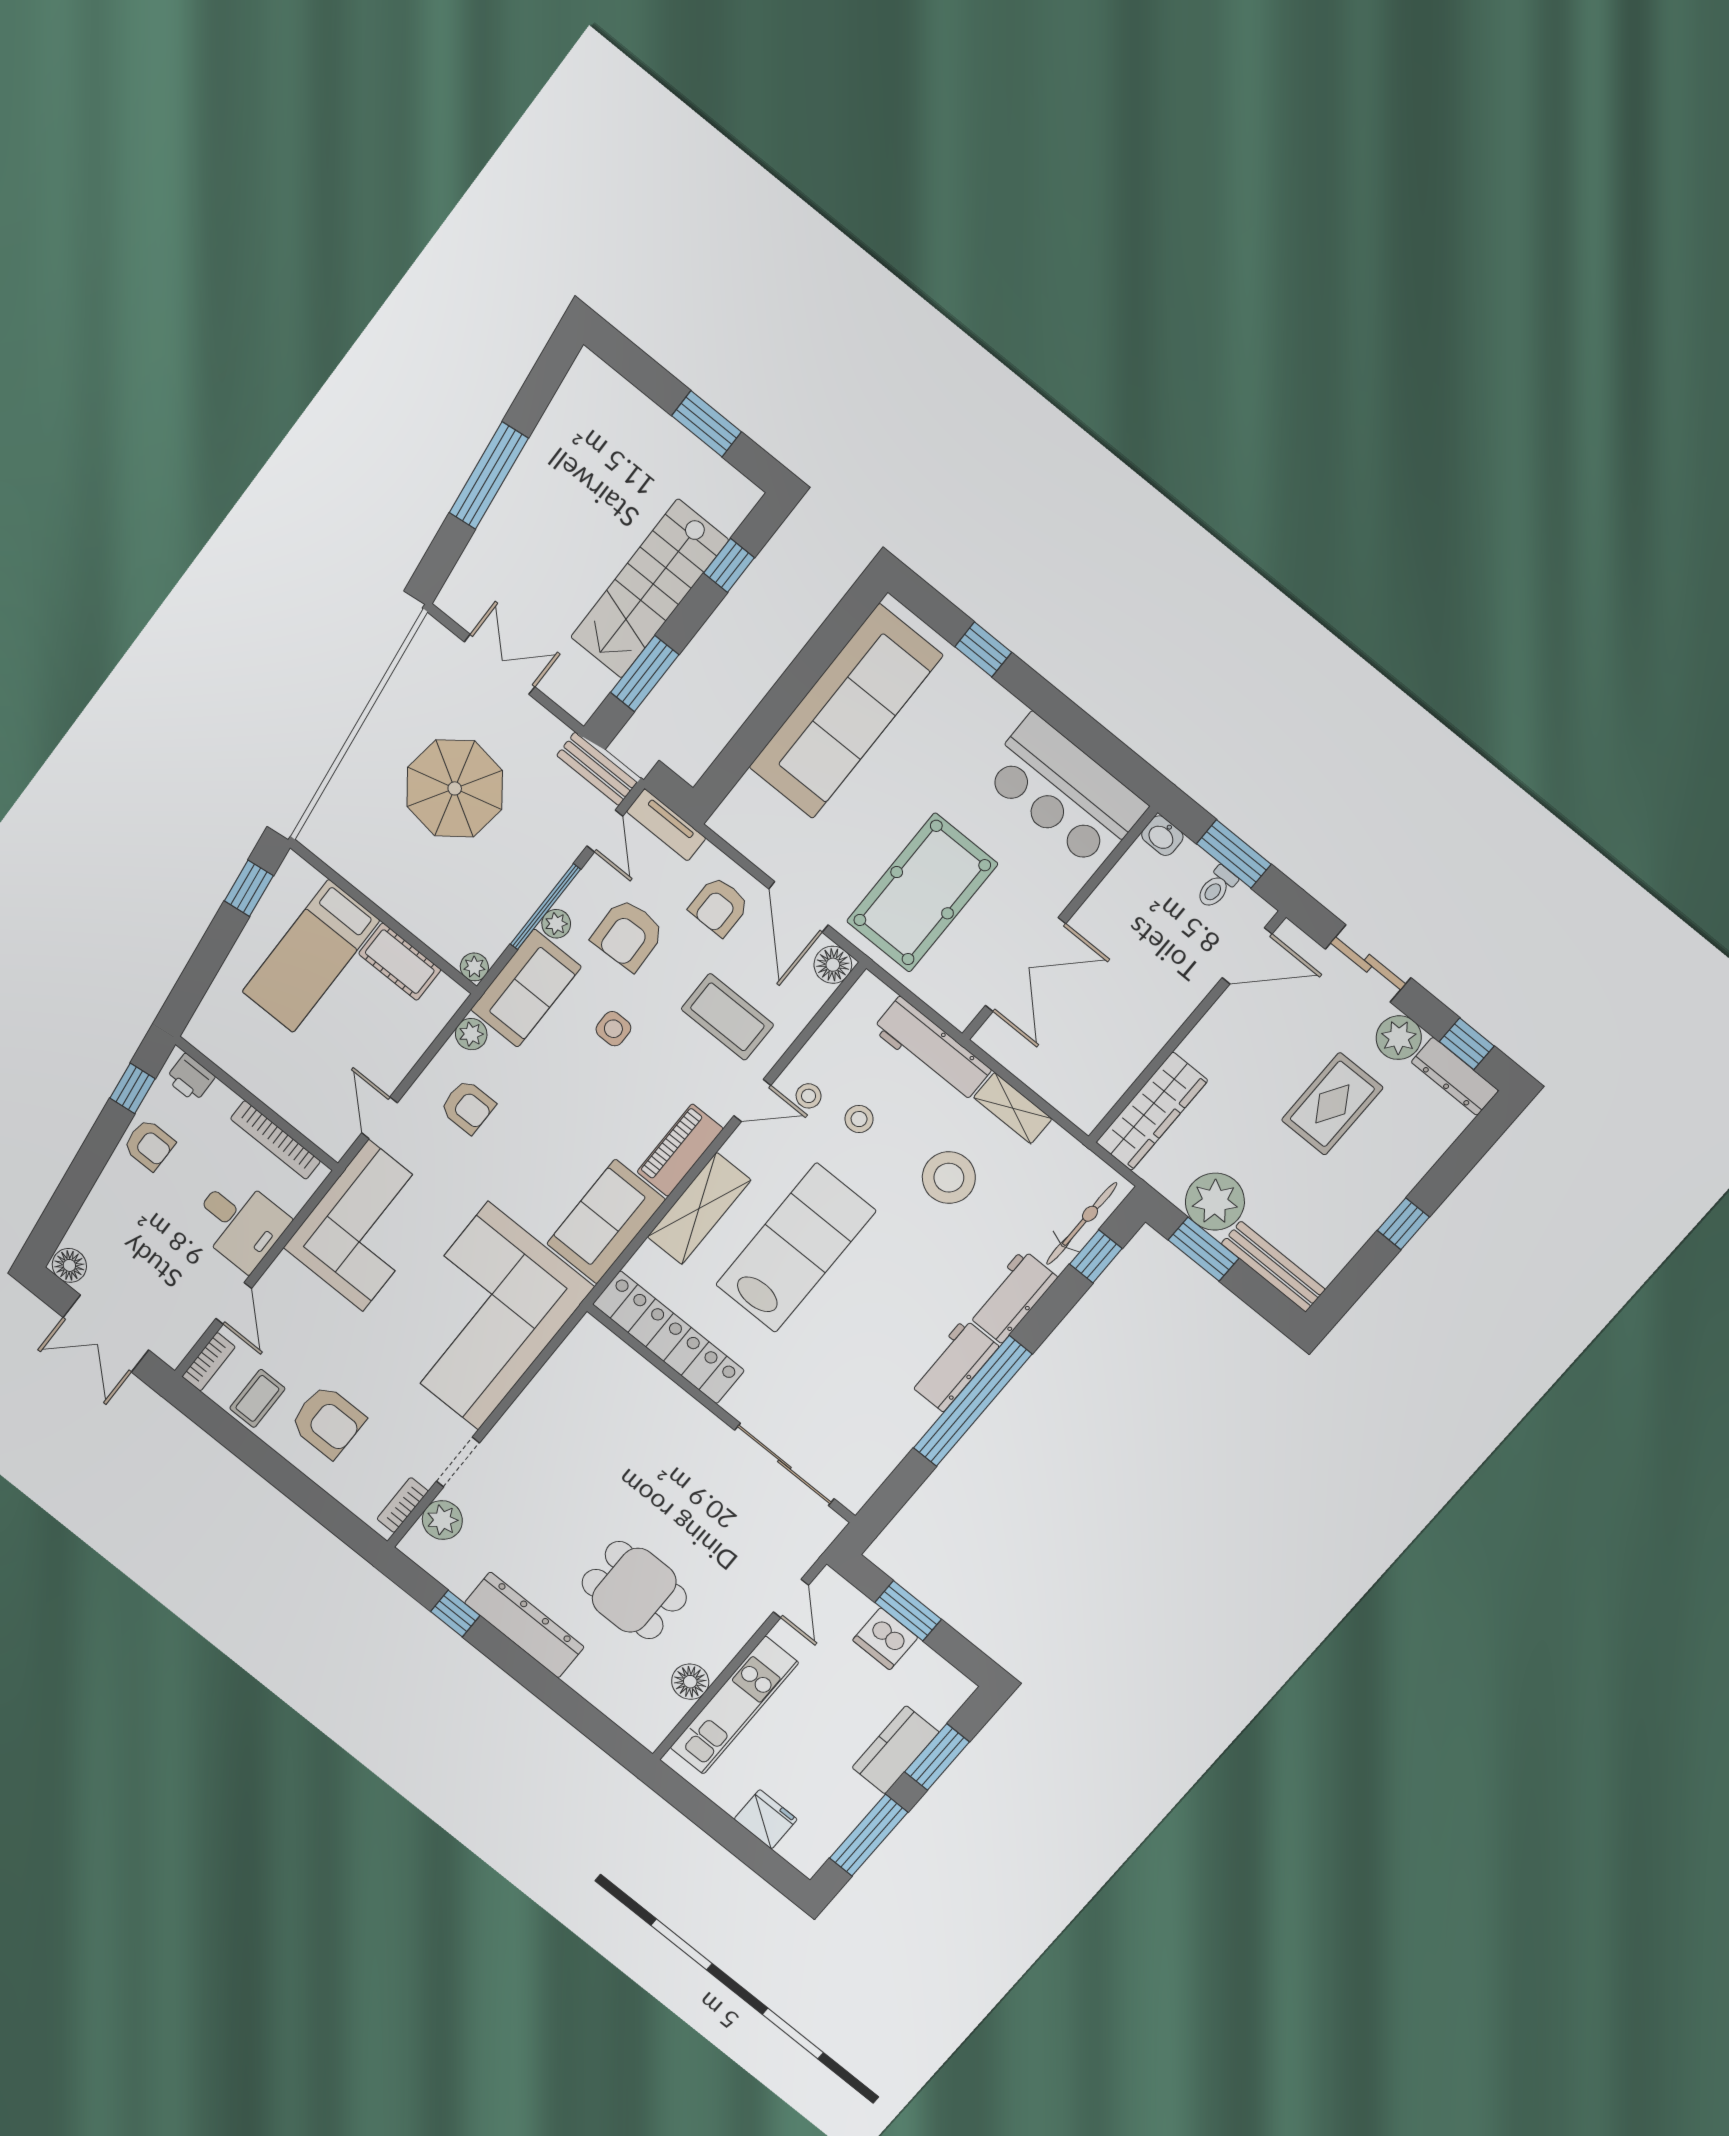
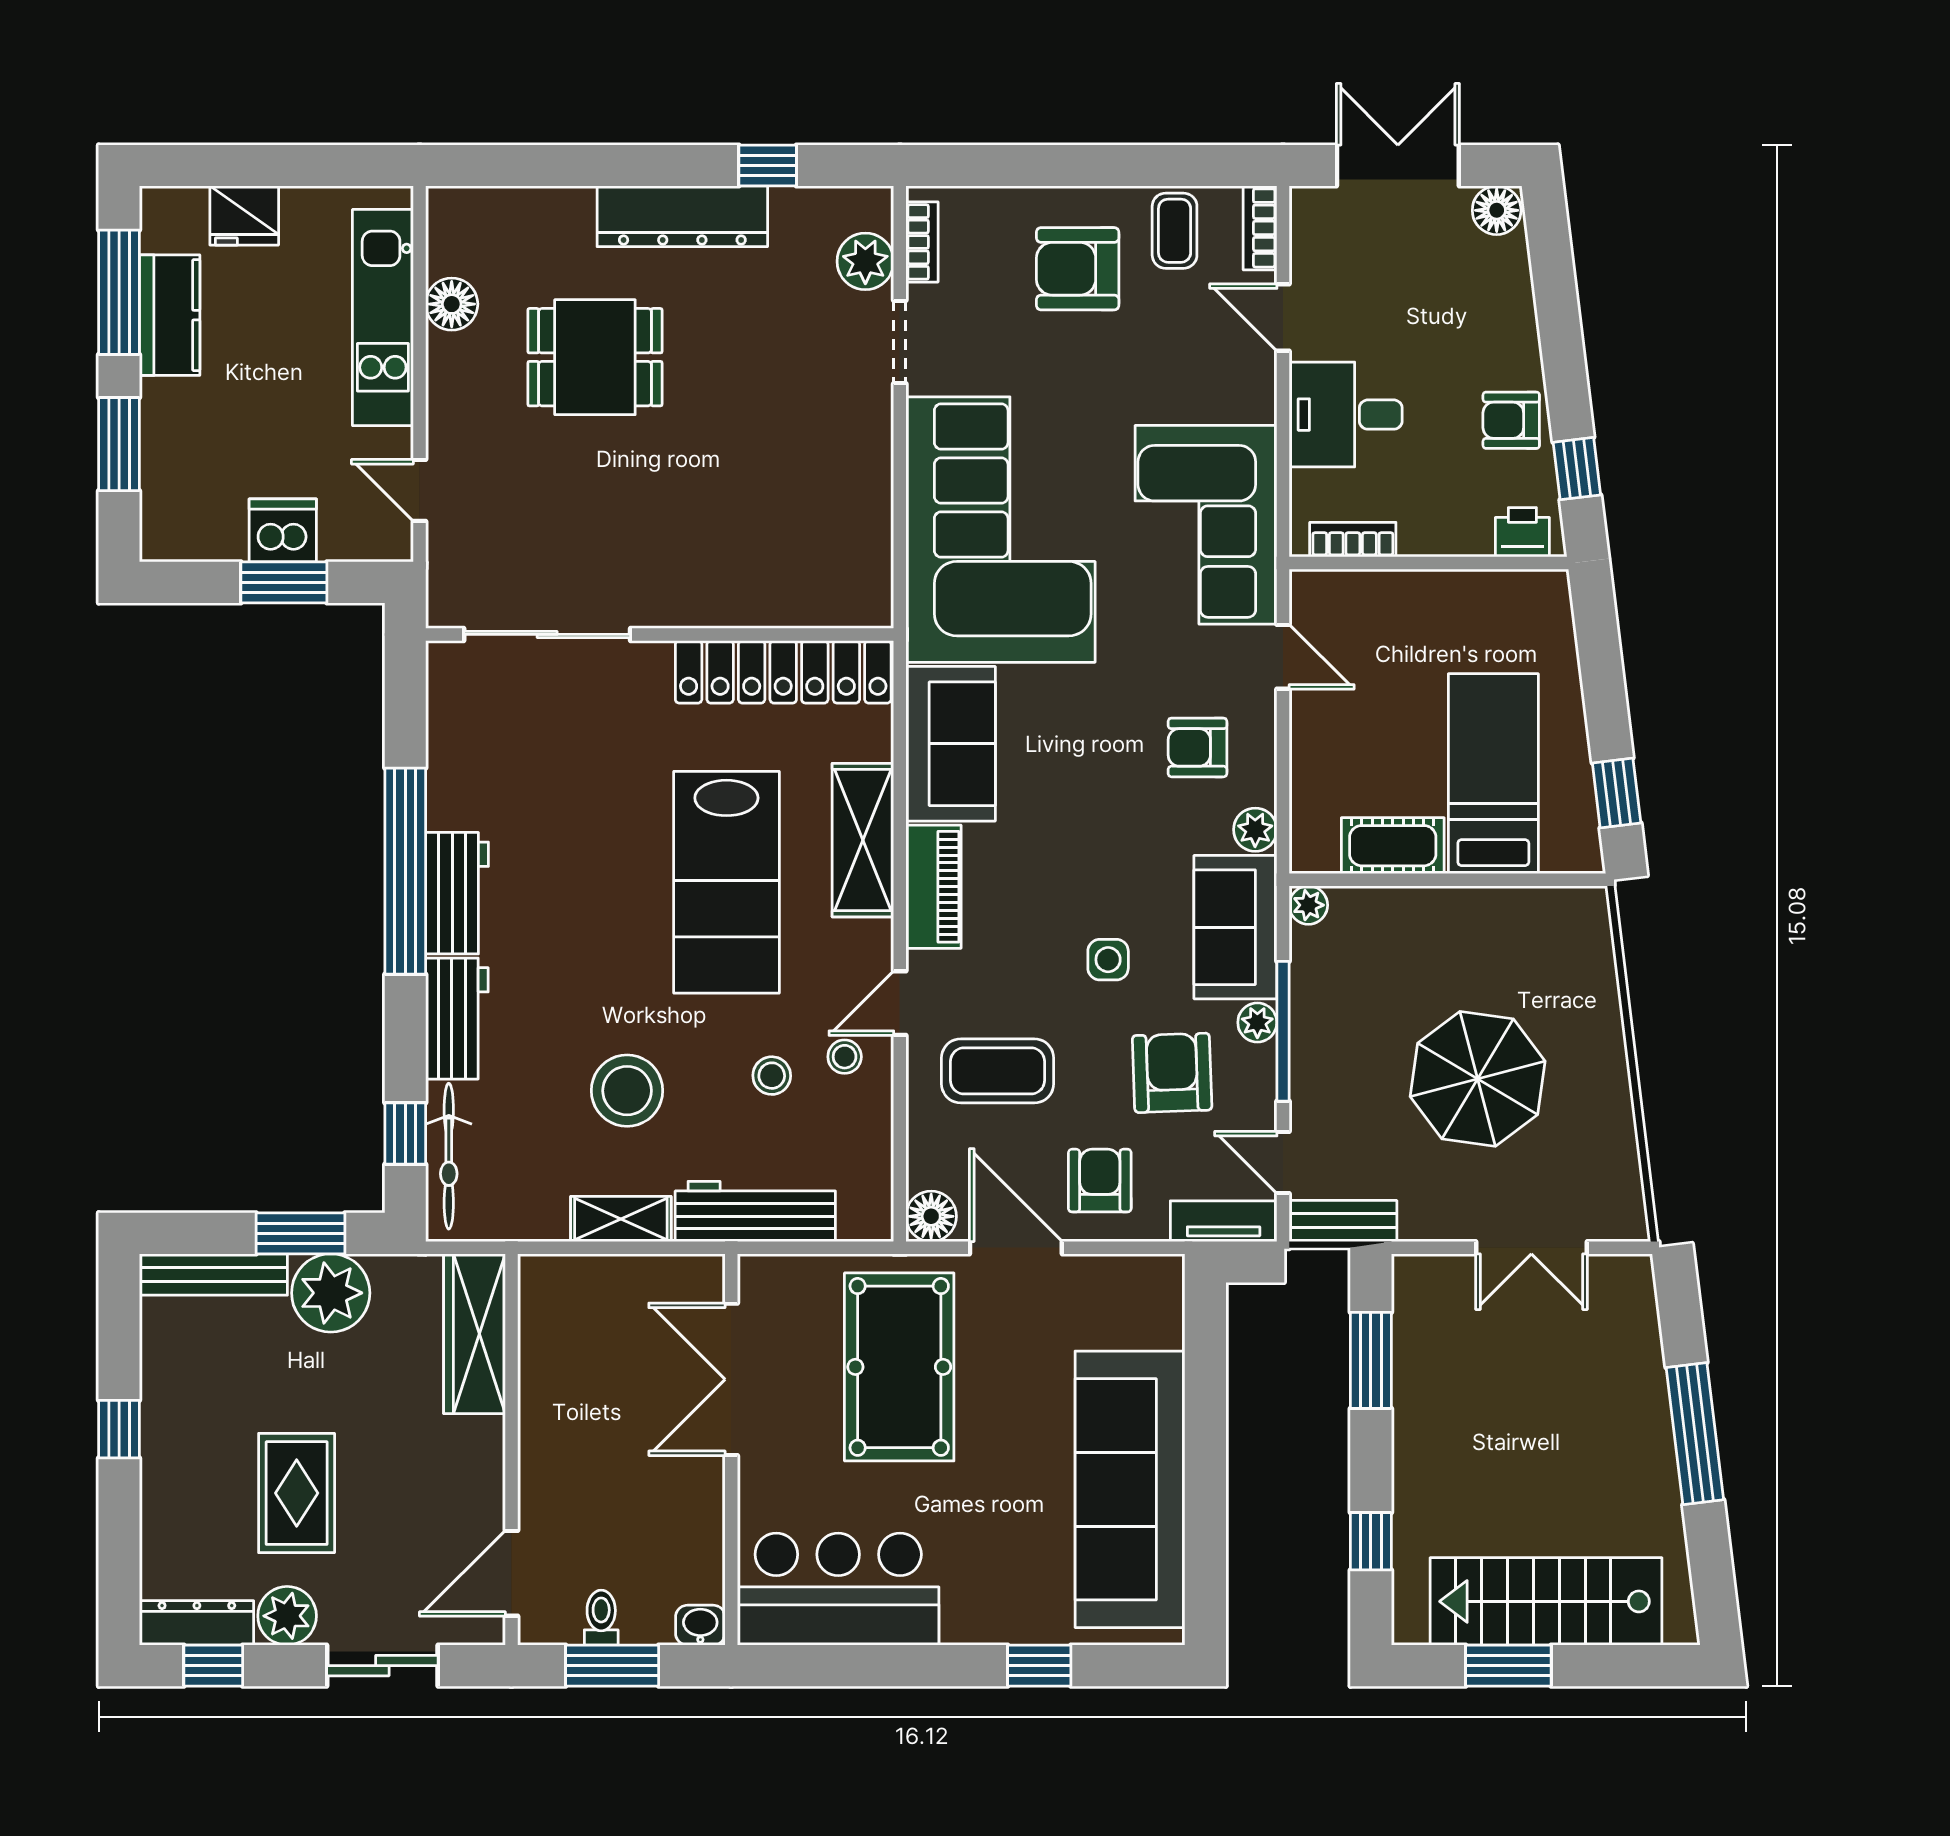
stairs: (649, 589) -> (1546, 1601), moved, turned -90
bookcase: (275, 1140) -> (1353, 540), width x0.64
kitchen counter: (896, 1750) -> (170, 315), moved

